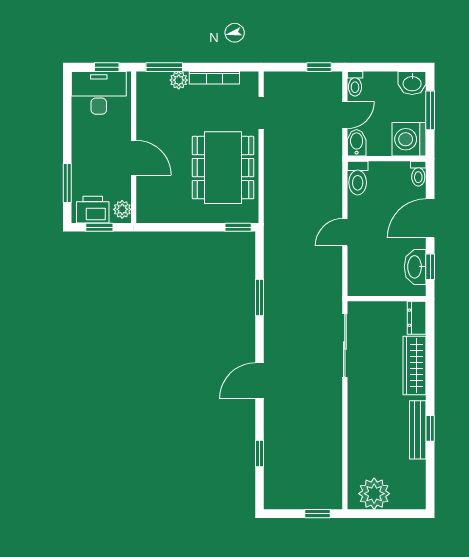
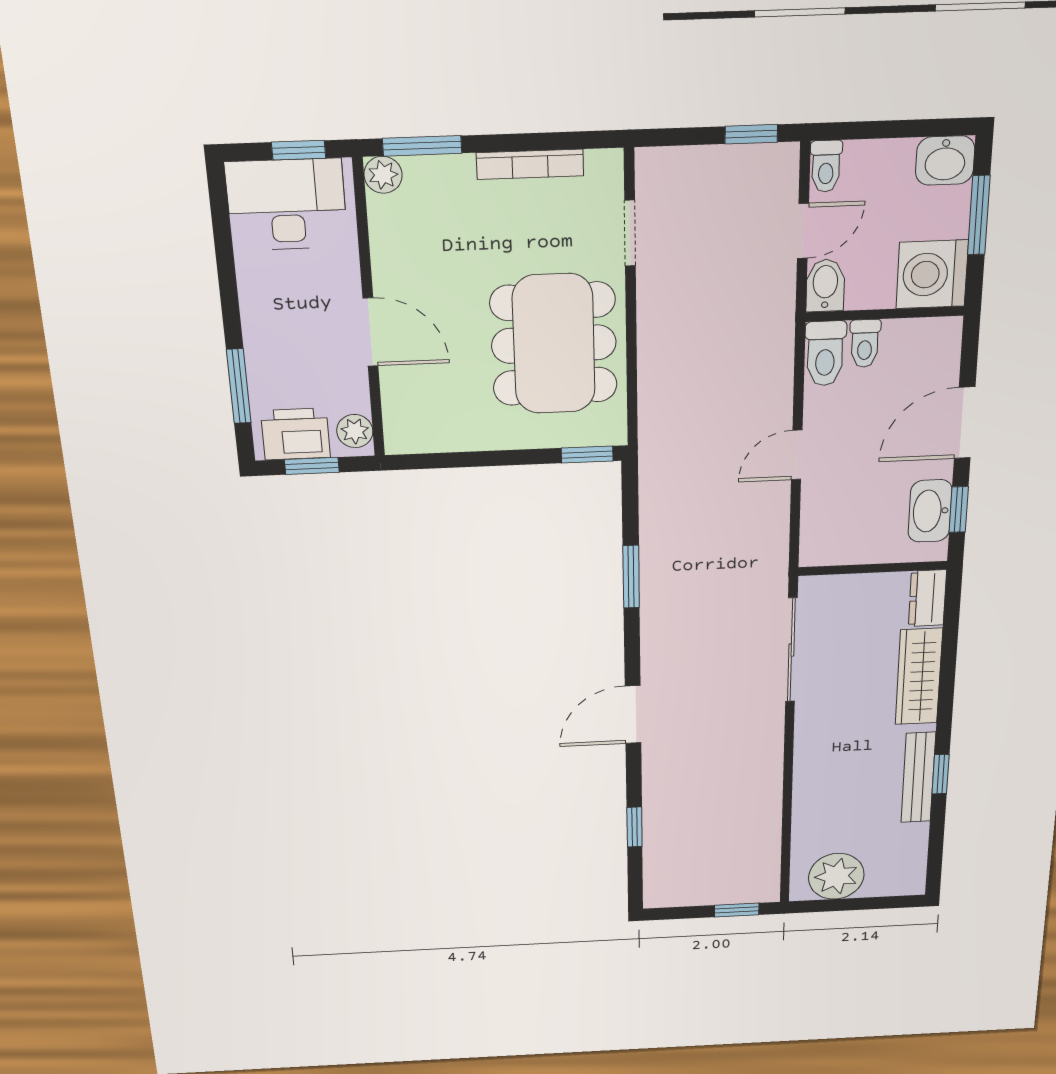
plant: (179, 80) -> (383, 175), moved
toilet: (418, 174) -> (865, 343), moved

